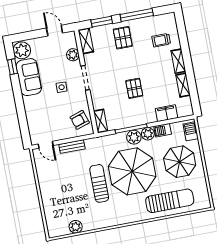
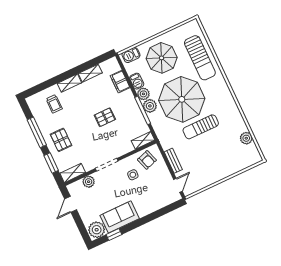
pallet: (123, 38) -> (61, 140), turned 90
side table: (62, 87) -> (133, 175), moved
sun lounger: (170, 201) -> (200, 58), turned 180

